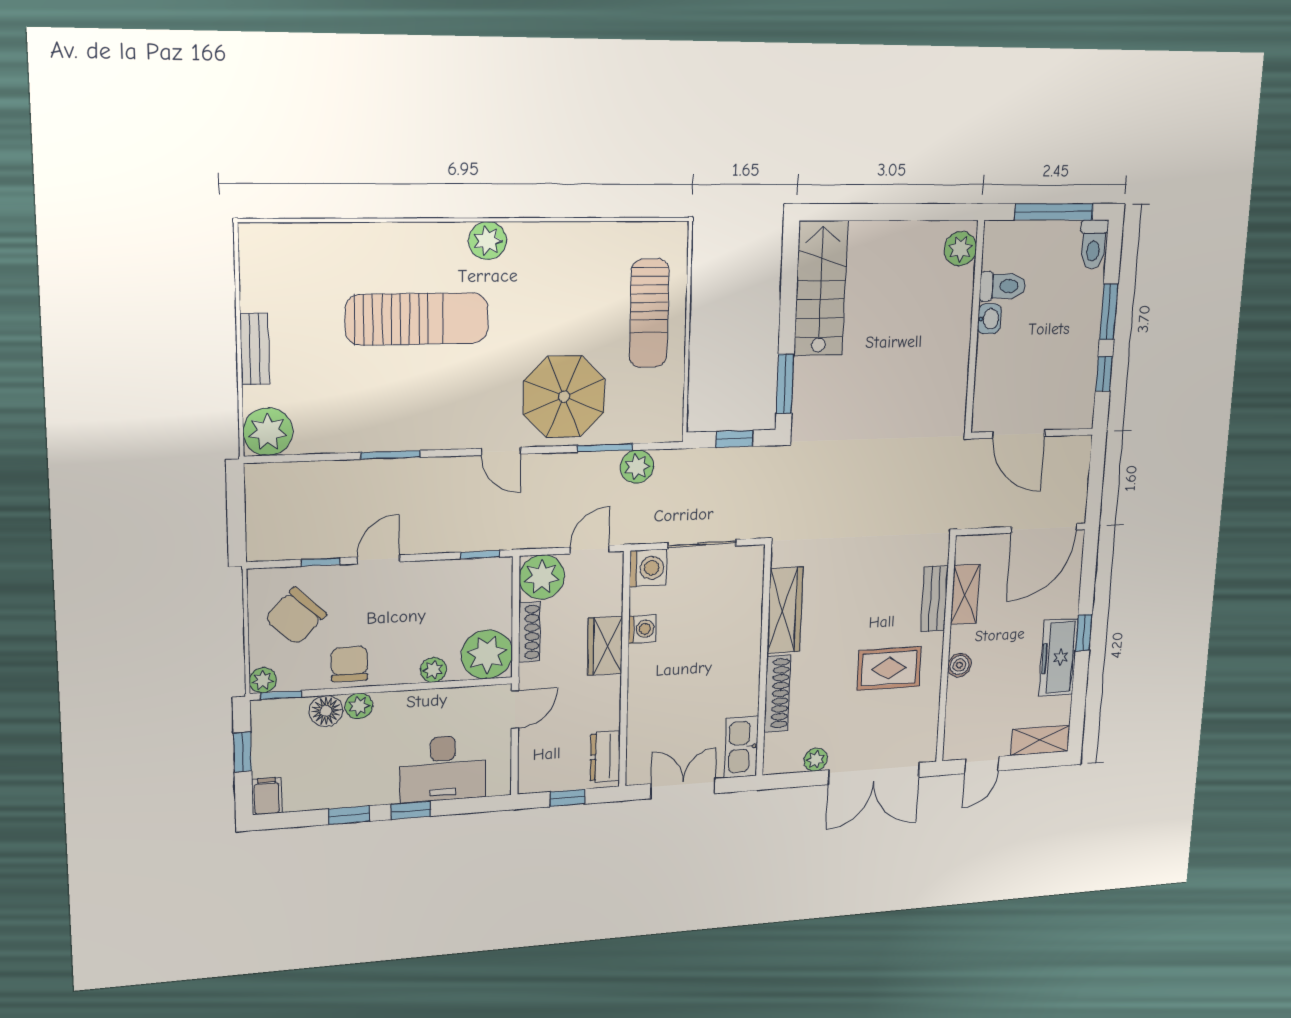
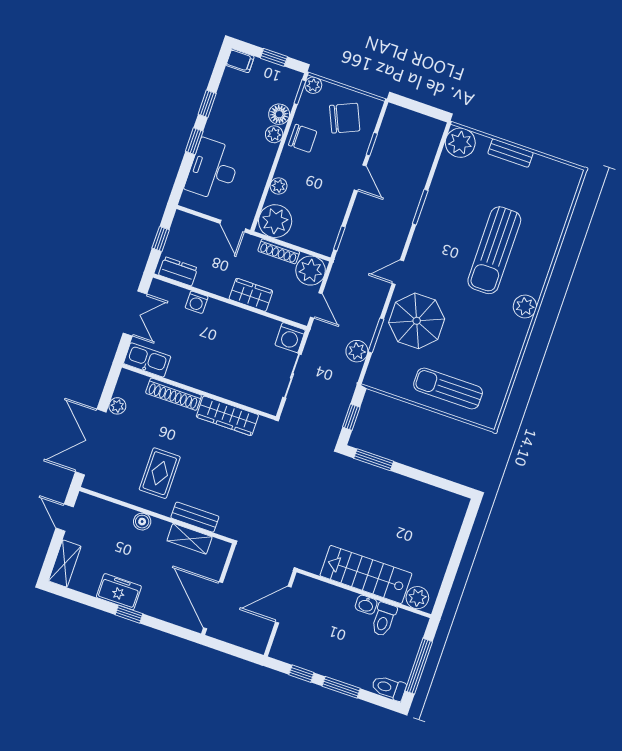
stairs: (821, 289) -> (366, 575), moved, turned 180
chair: (296, 616) -> (345, 118), turned 112
washing machine: (642, 629) -> (197, 302), moved
freezer: (1058, 657) -> (119, 592), width x0.71

